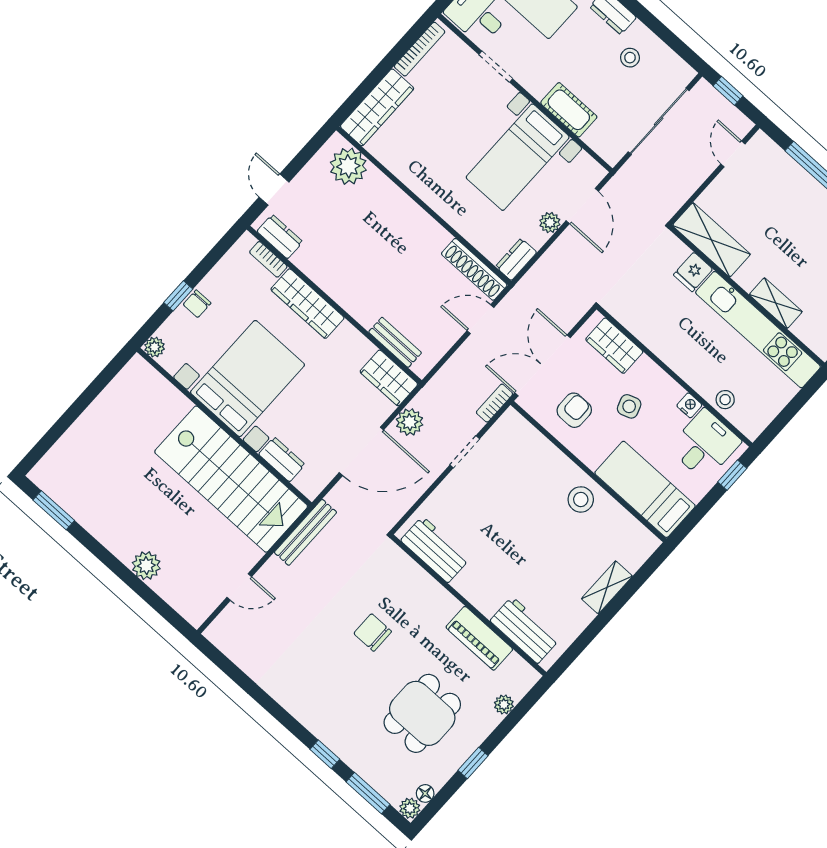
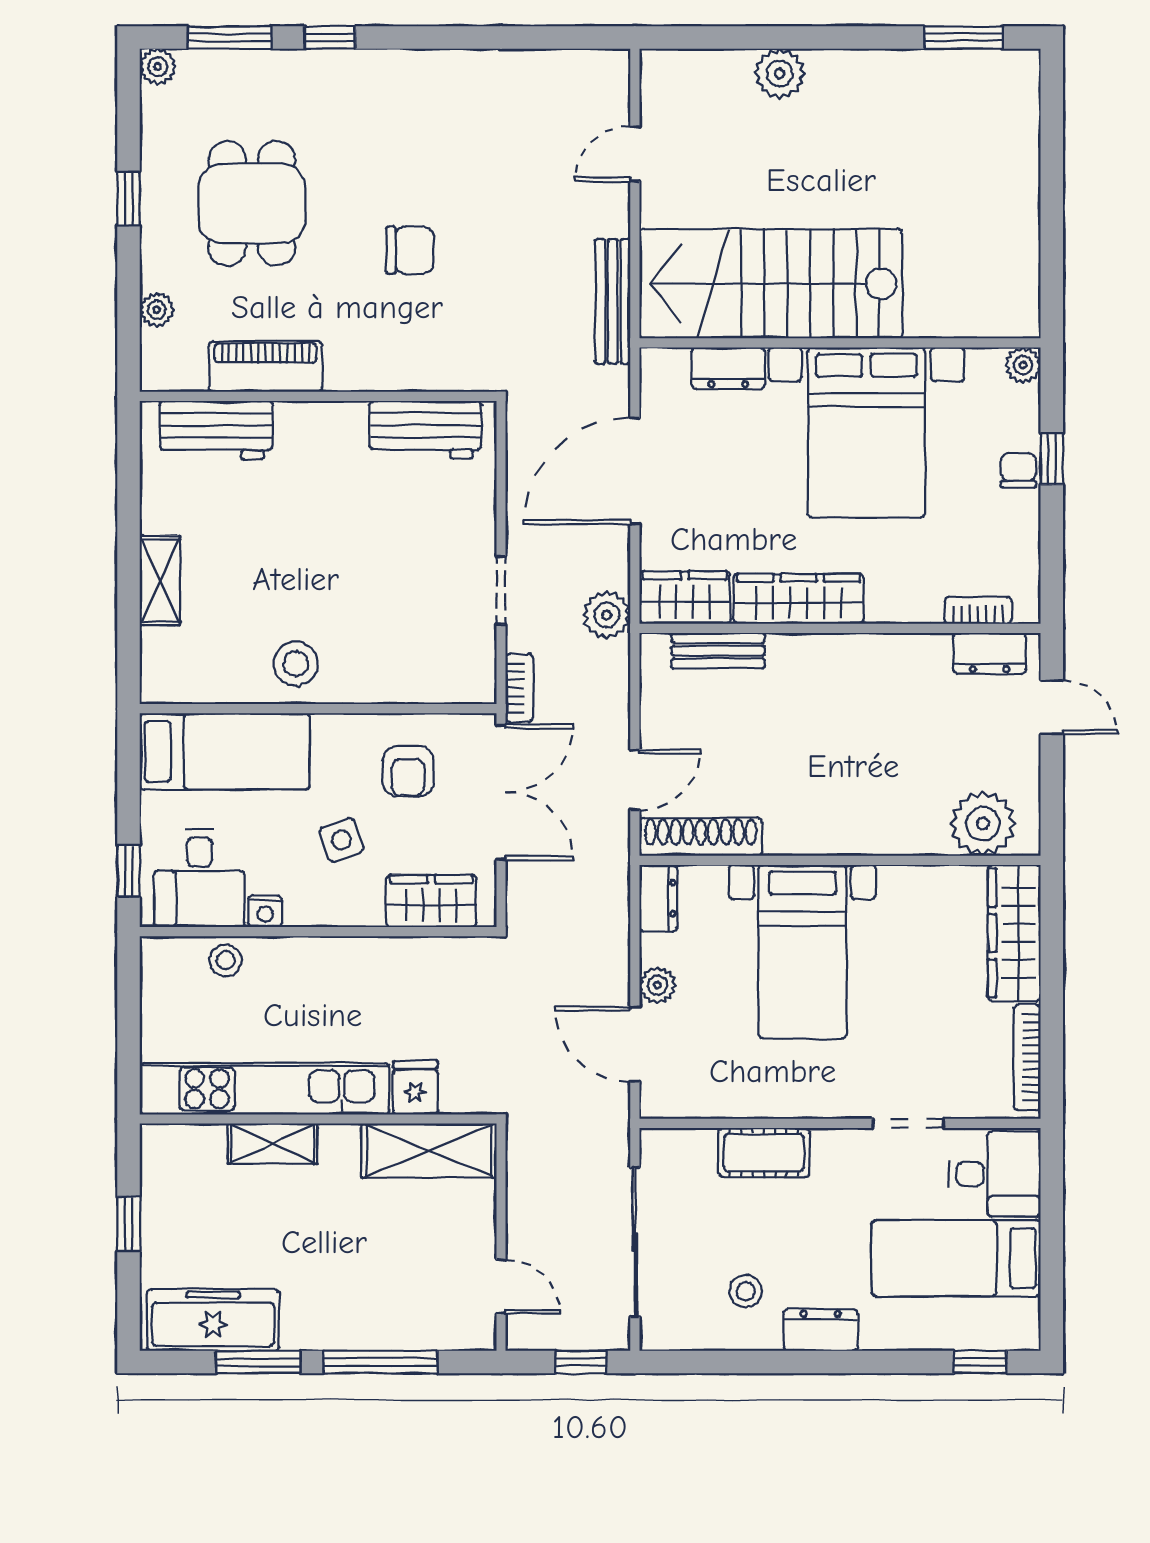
bed with nightstands: (518, 157) -> (802, 952), moved, turned 180
wardrobe: (307, 304) -> (799, 599), moved
plant: (410, 422) -> (607, 615), moved
floor lamp: (425, 793) -> (155, 103), removed

